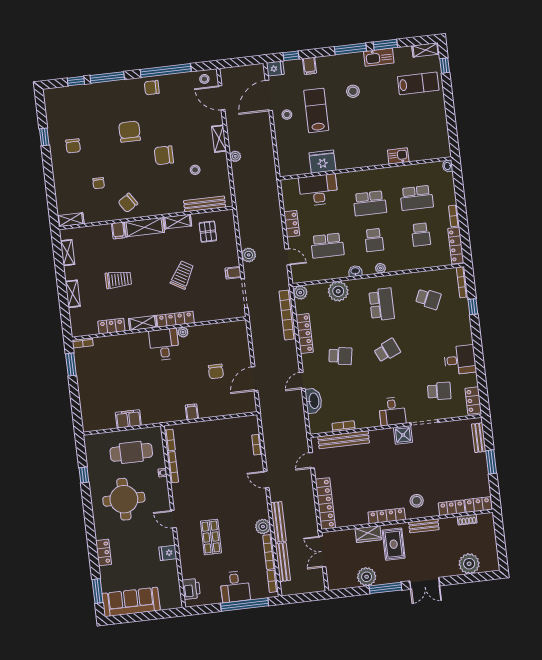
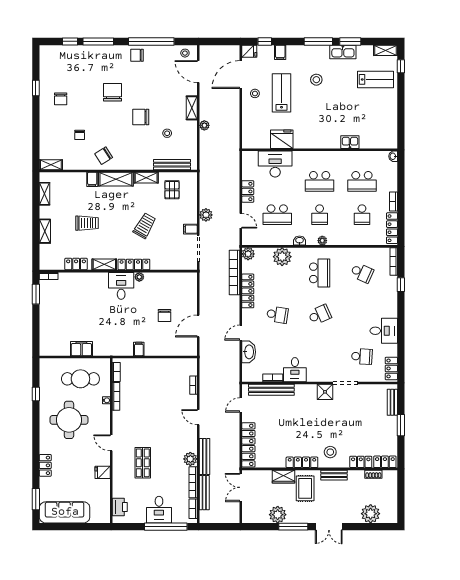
desk: (392, 411) -> (295, 370), moved

